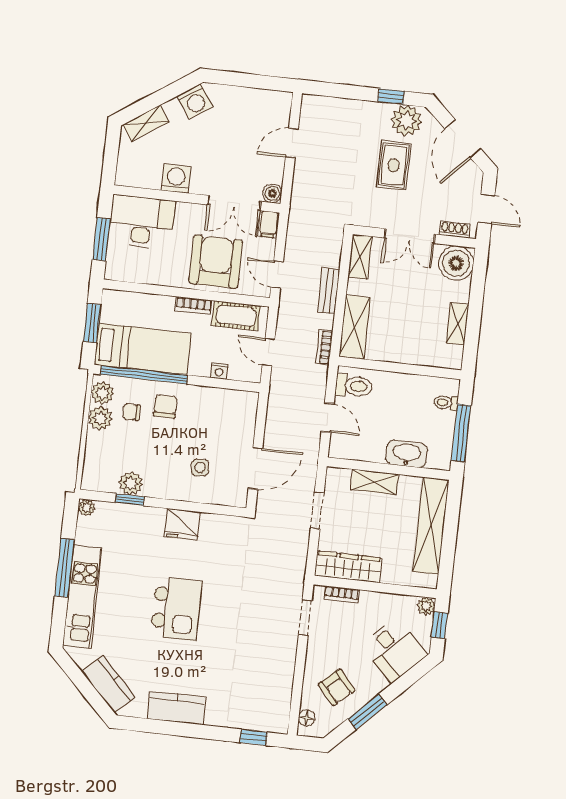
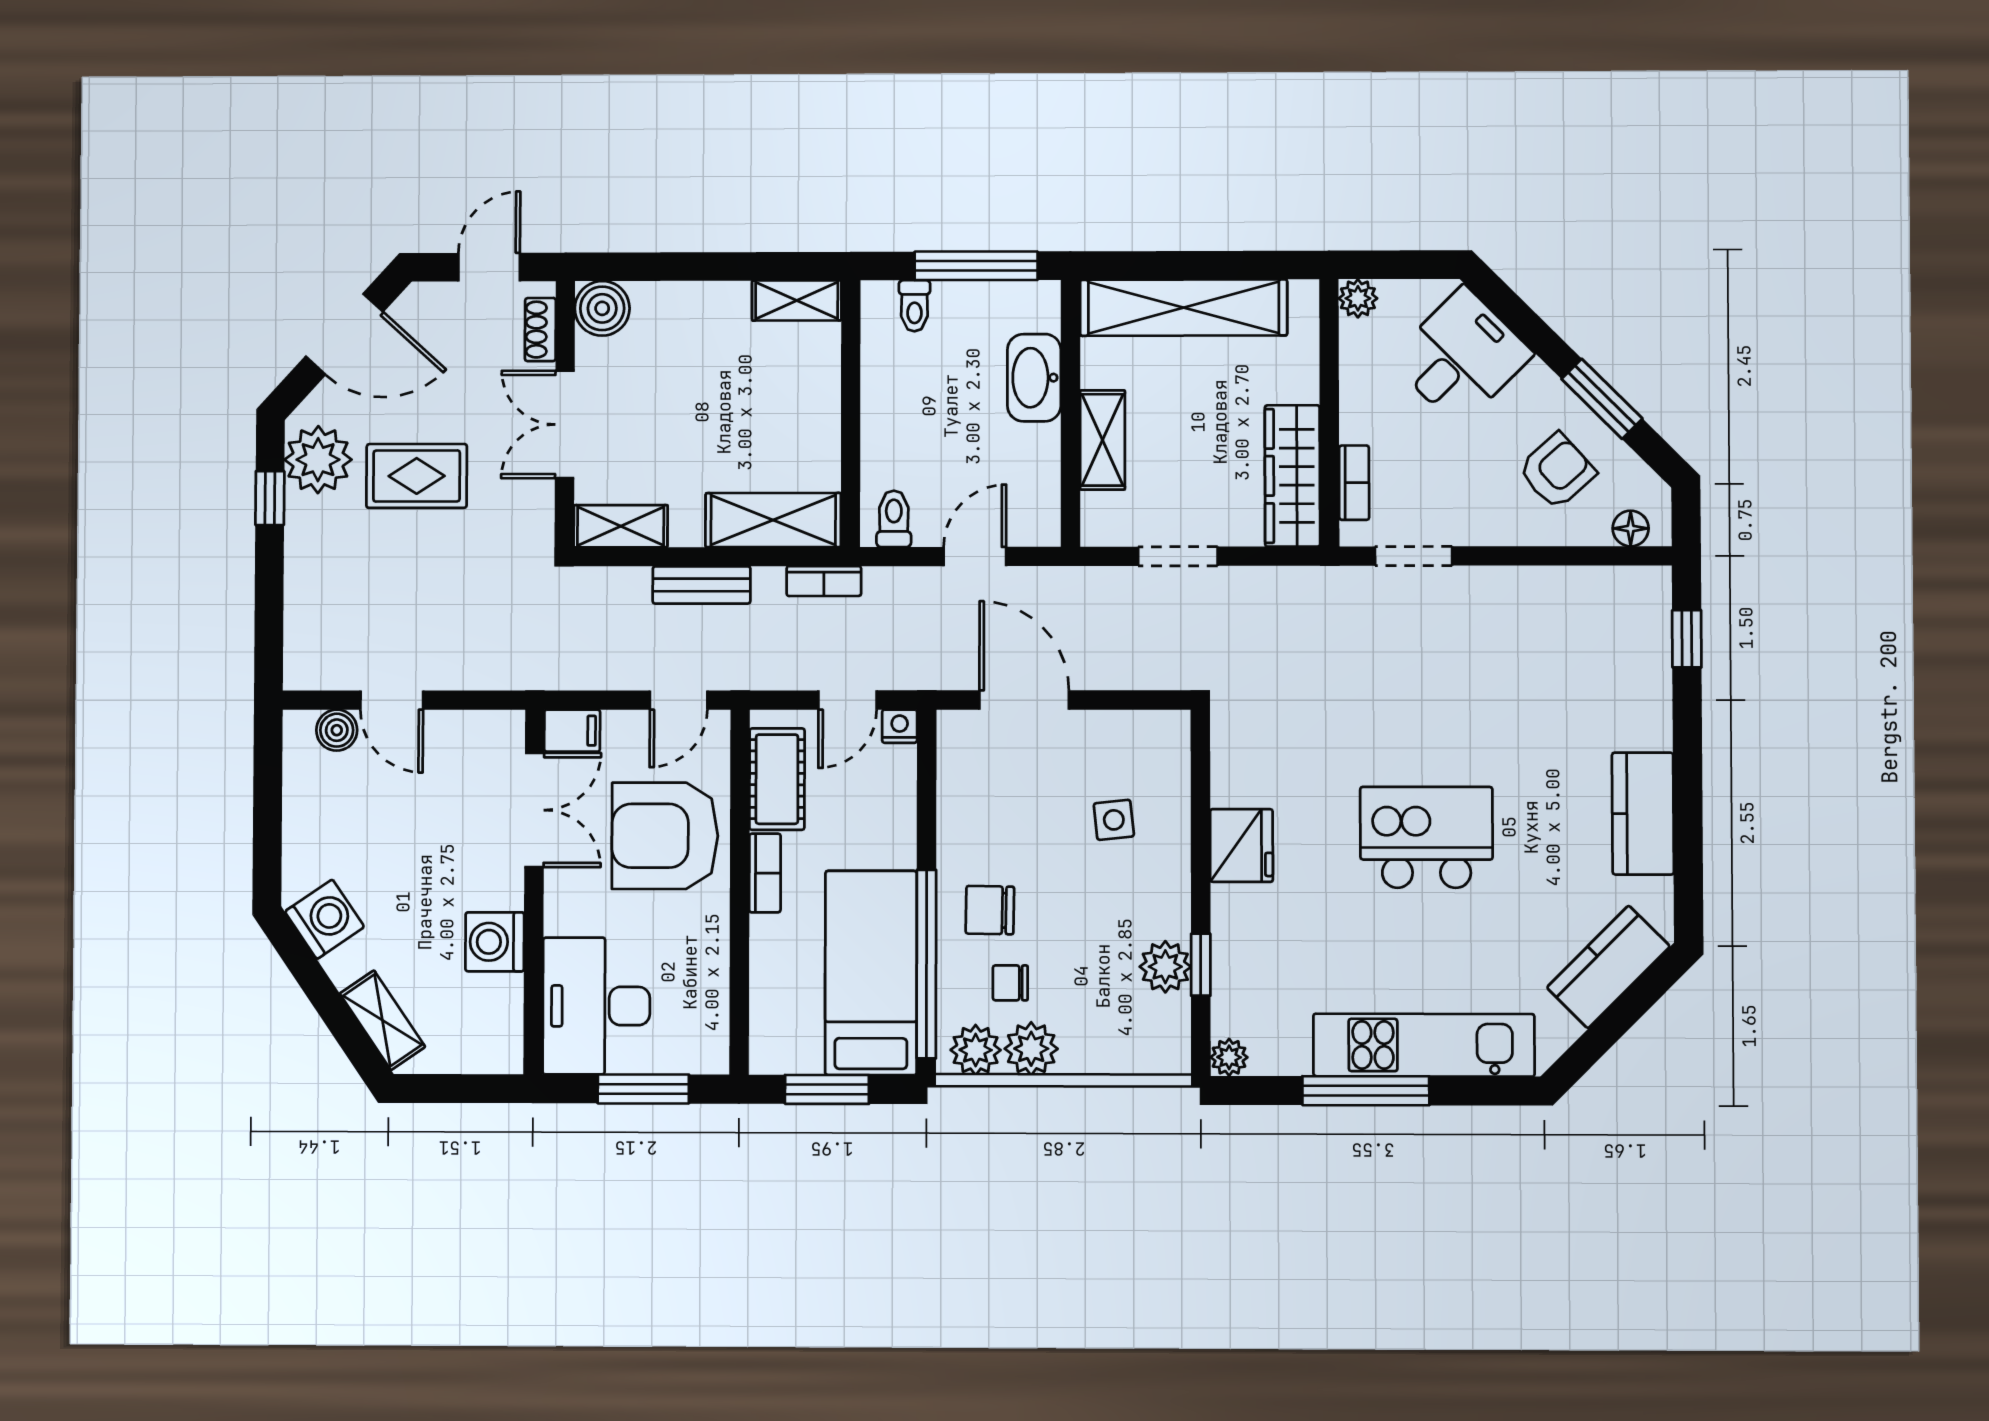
boiler: (272, 193) -> (337, 730), moved
double door: (410, 236) -> (565, 424), swing flipped
boiler: (456, 263) -> (602, 308), width x0.73, depth x0.73
shelving: (457, 323) -> (797, 301), moved
nightstand: (219, 371) -> (900, 726), moved, turned -90
toilet: (354, 386) -> (894, 519), width x0.73, depth x0.72
chair: (131, 412) -> (1010, 983), turned 90
door: (255, 468) -> (1024, 700), moved
window: (440, 625) -> (1396, 265), removed

